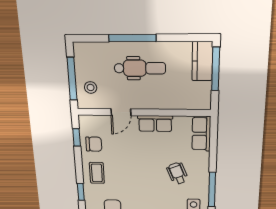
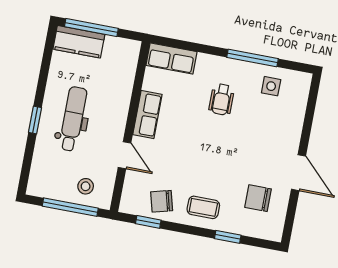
window: (132, 38) -> (35, 120), width x0.46
chair: (94, 144) -> (162, 201), turned -105
wheelchair: (177, 173) -> (222, 99), turned -68

